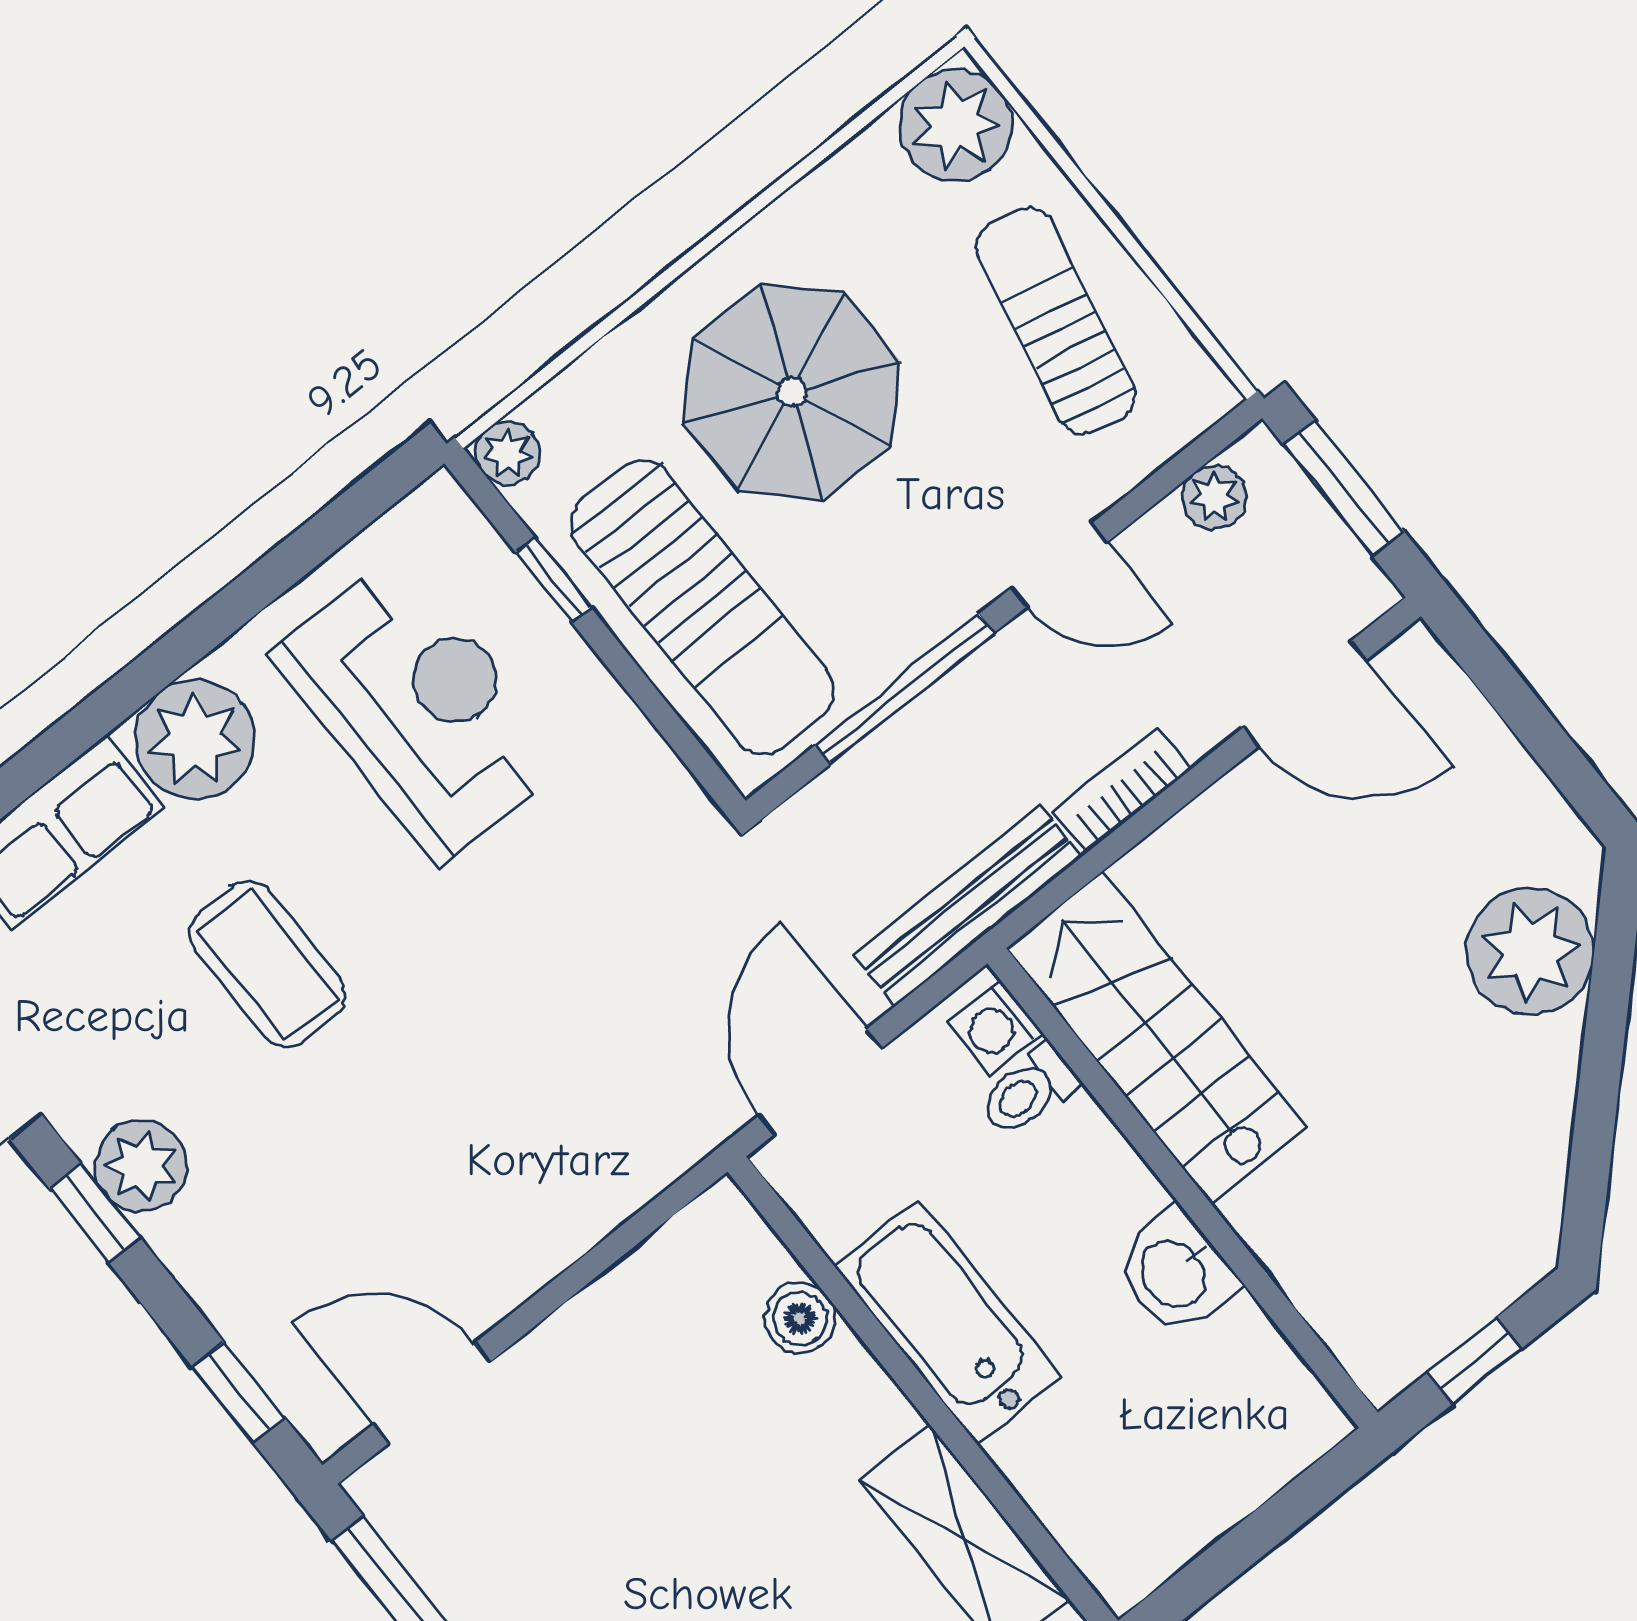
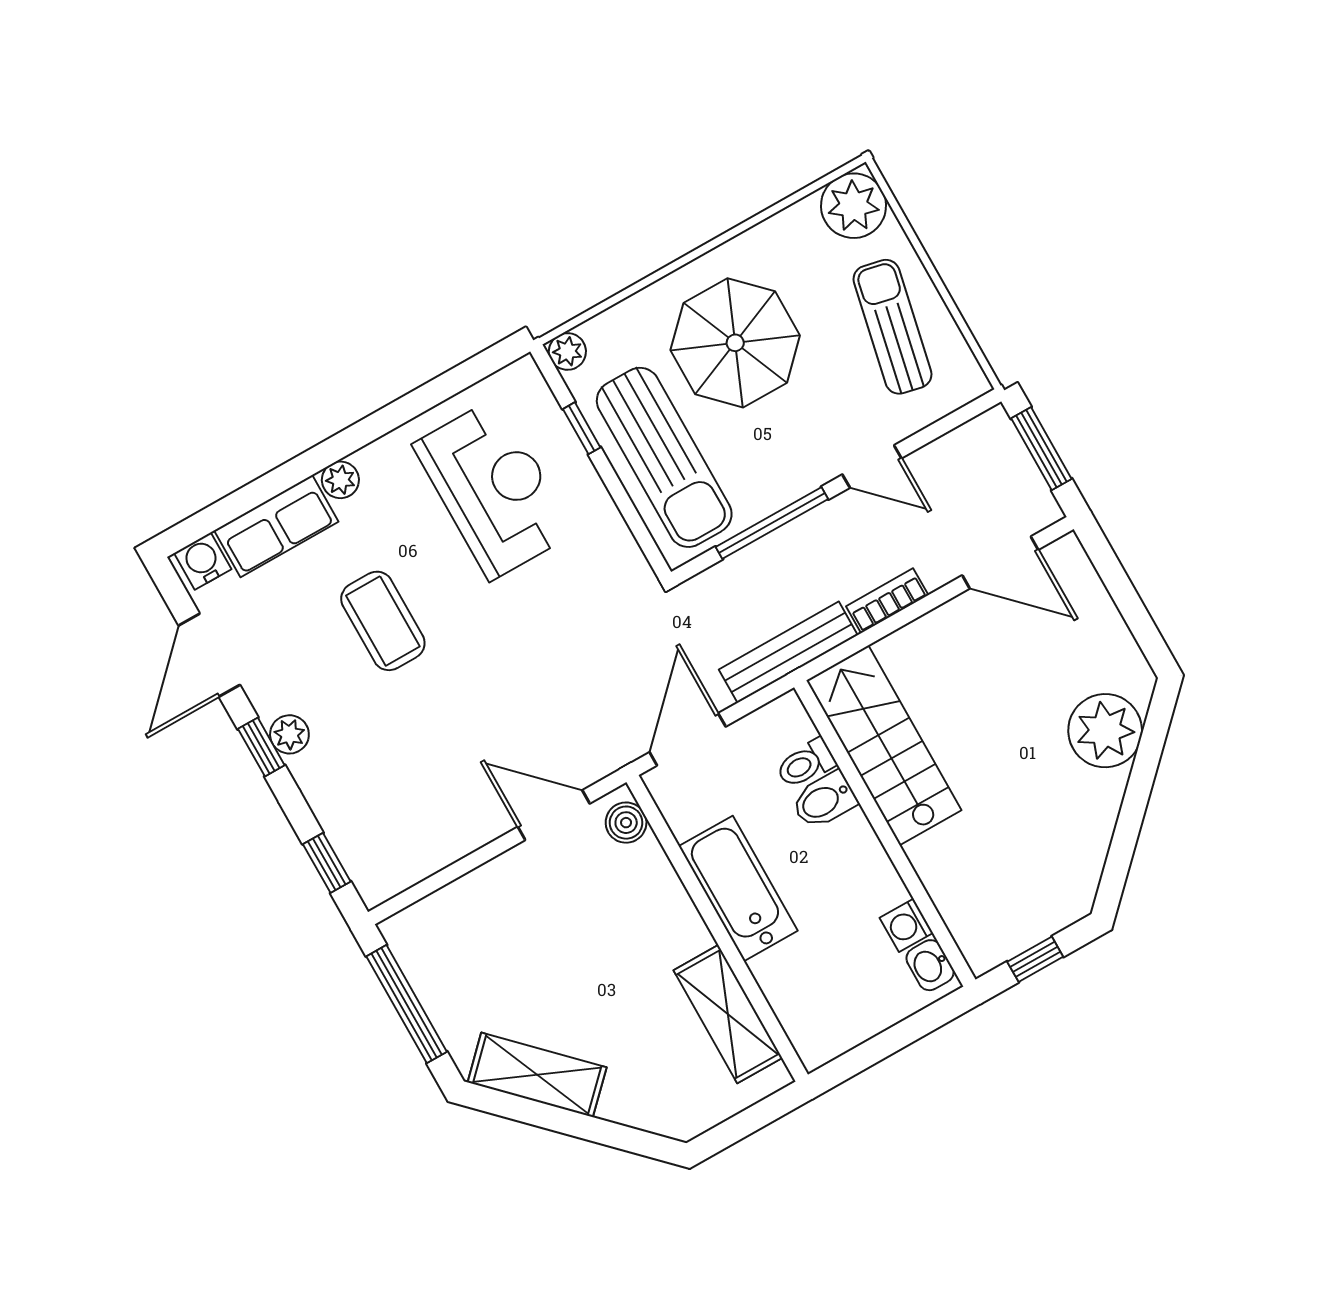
plant: (1214, 497) -> (967, 442), removed
plant: (195, 739) -> (340, 480), width x0.53, depth x0.53
washing machine: (996, 1028) -> (906, 925), moved
bidet: (1070, 1148) -> (824, 800), added
plant: (141, 1166) -> (289, 734), width x0.73, depth x0.73
washbasin: (1175, 1272) -> (930, 965), moved, width x0.72, depth x0.69
boiler: (800, 1318) -> (626, 823), moved
door: (432, 1393) -> (554, 815), moved

